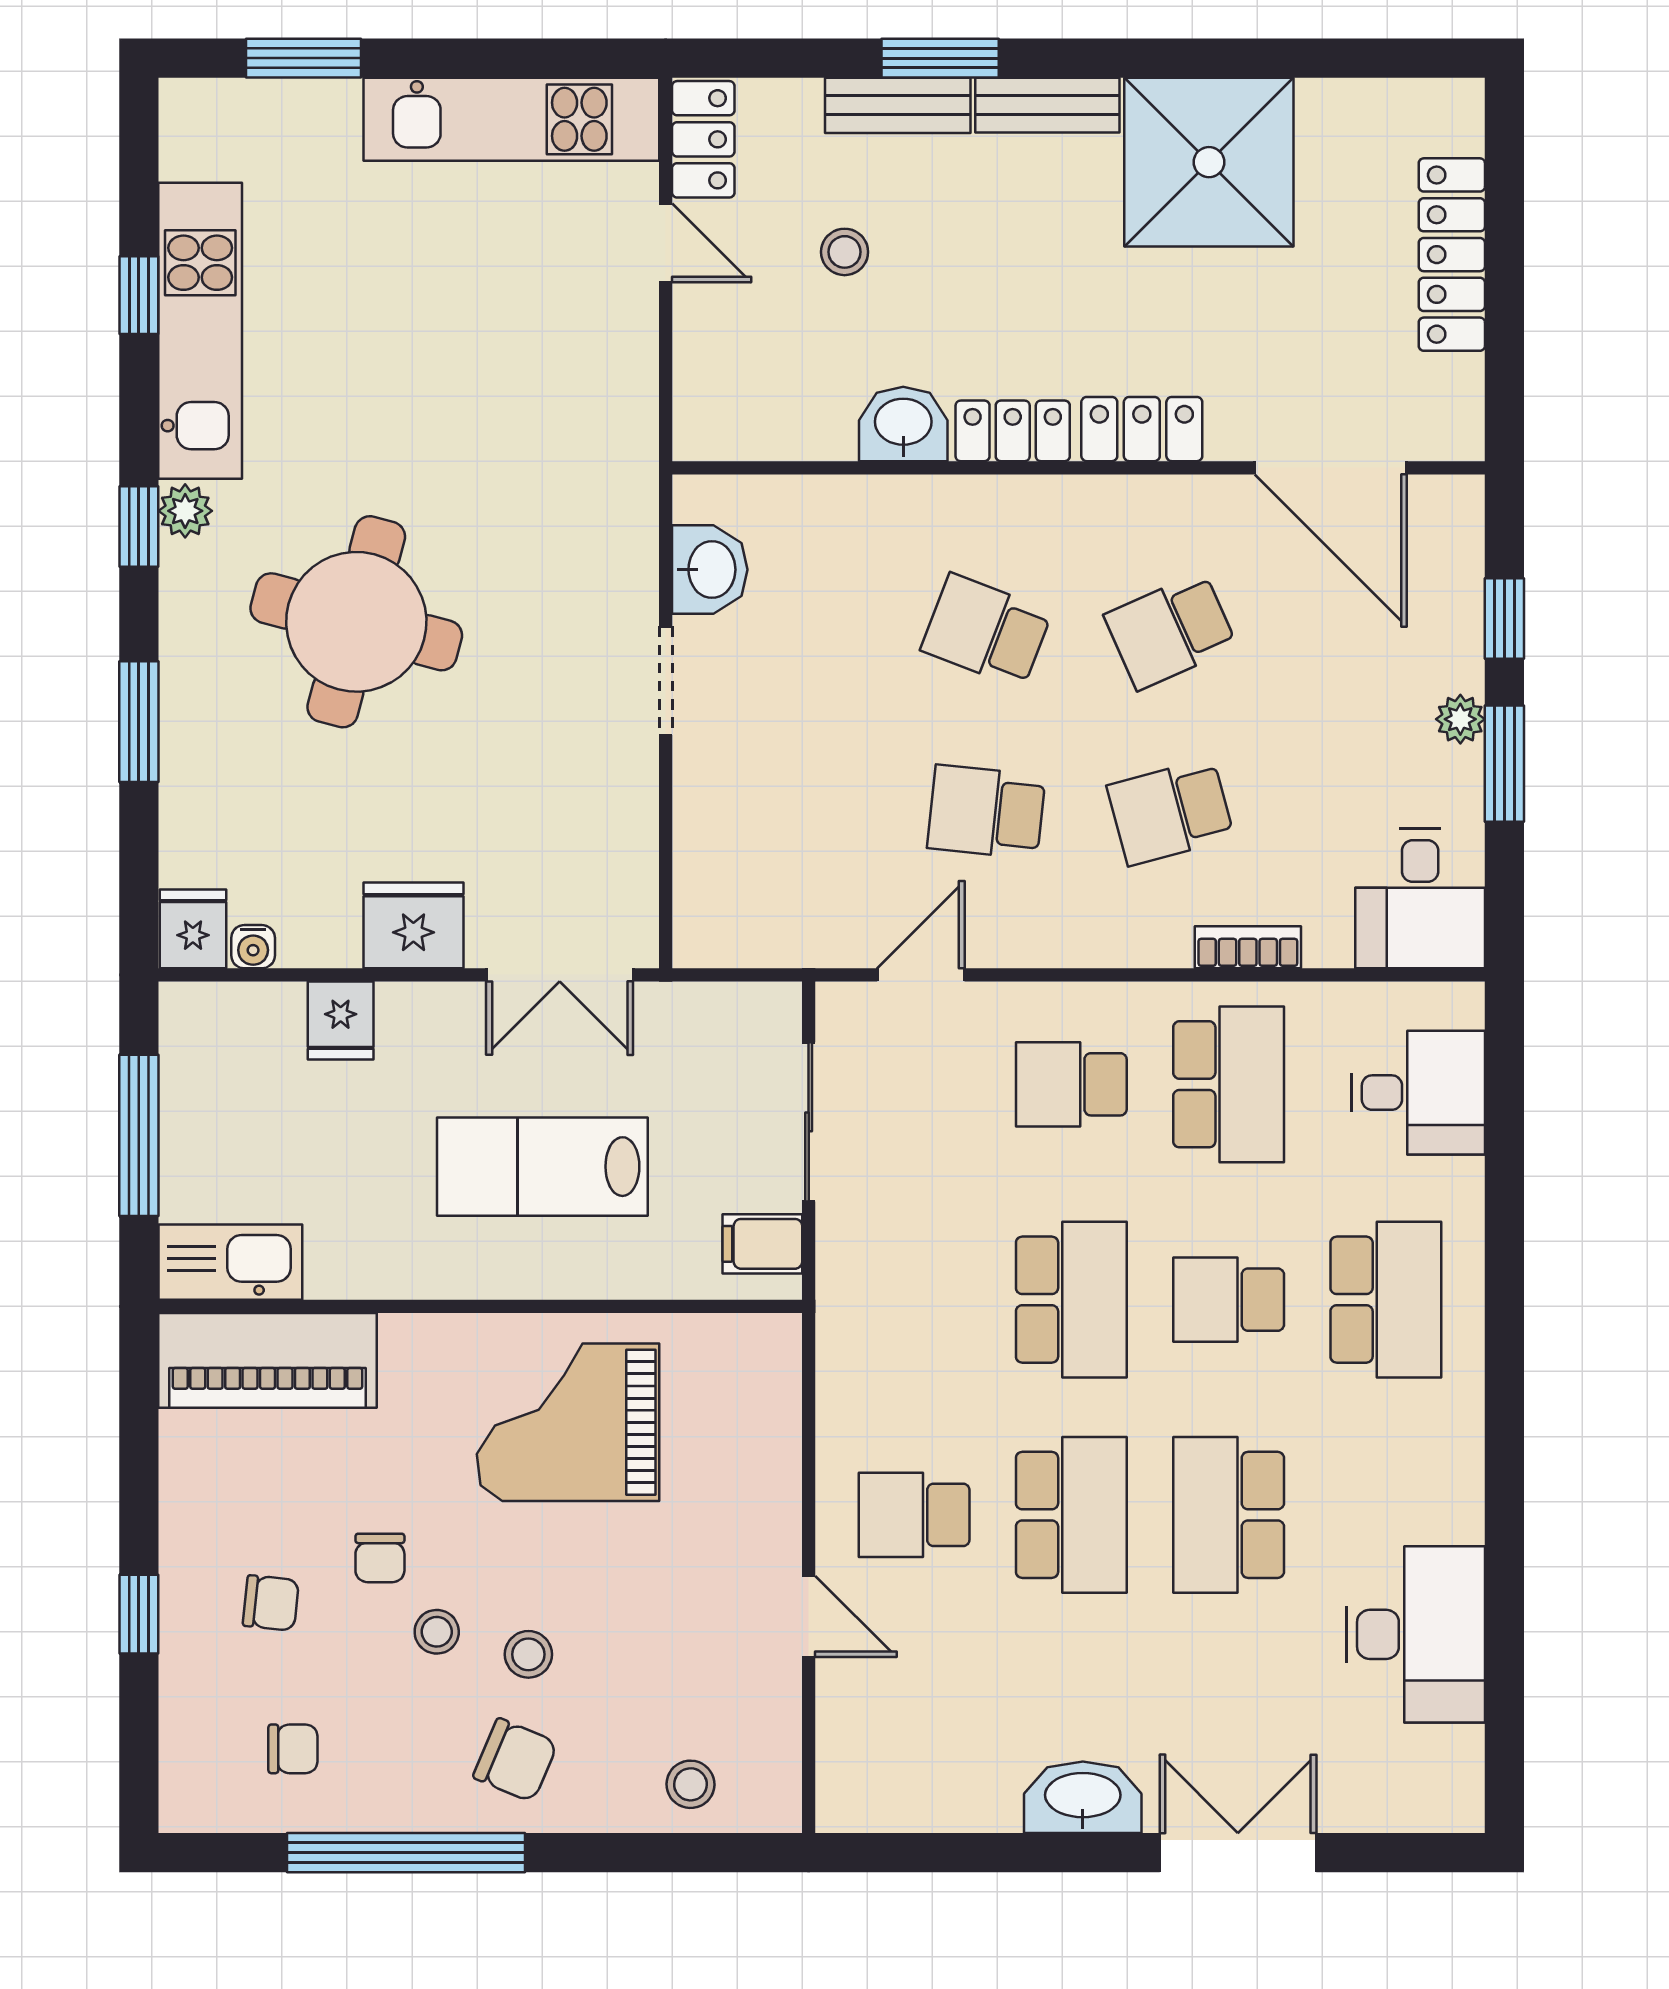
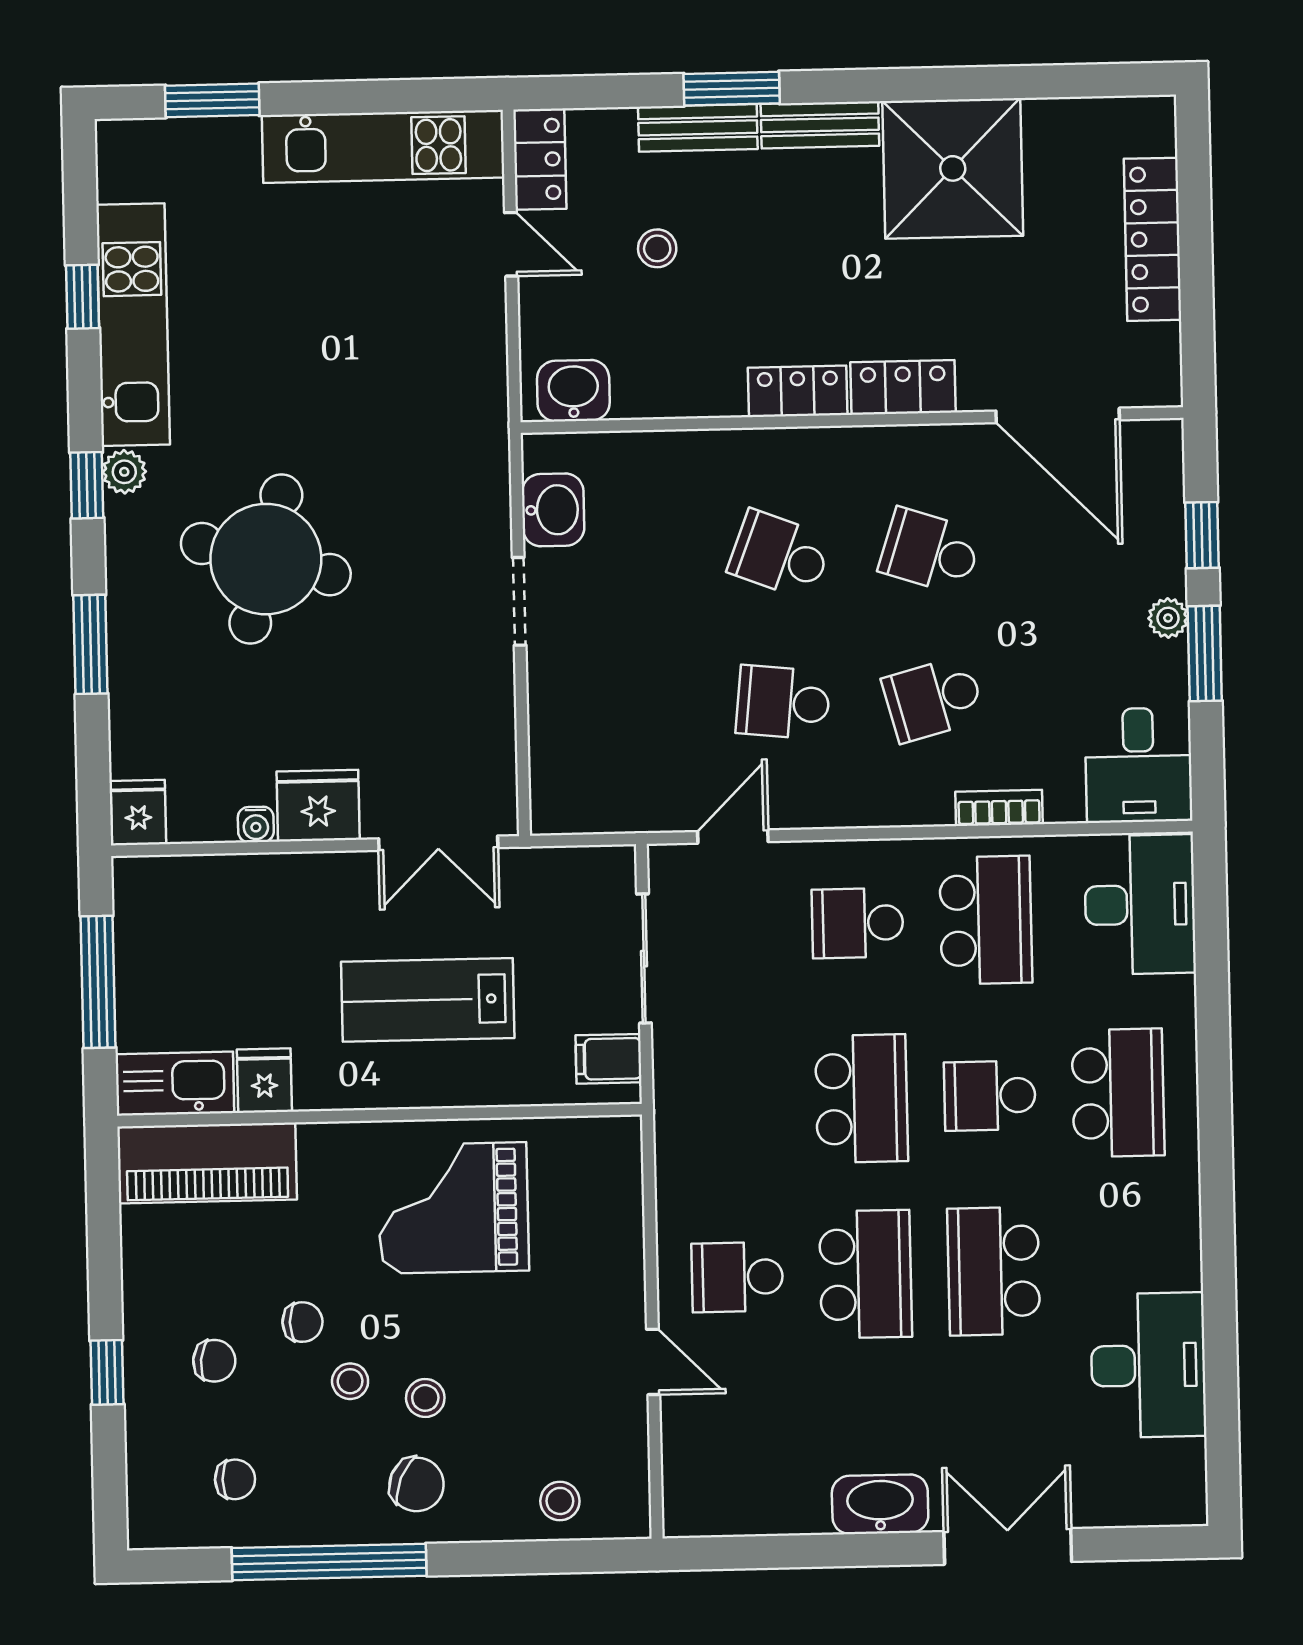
washbasin: (903, 424) -> (573, 391), moved
school desk: (1171, 631) -> (930, 551), turned 42
water cooler: (253, 947) -> (256, 824), moved
fridge: (341, 1020) -> (264, 1081), moved, turned 180
desk: (1418, 1093) -> (1140, 905), width x1.37
chair: (380, 1558) -> (302, 1322), turned -90

